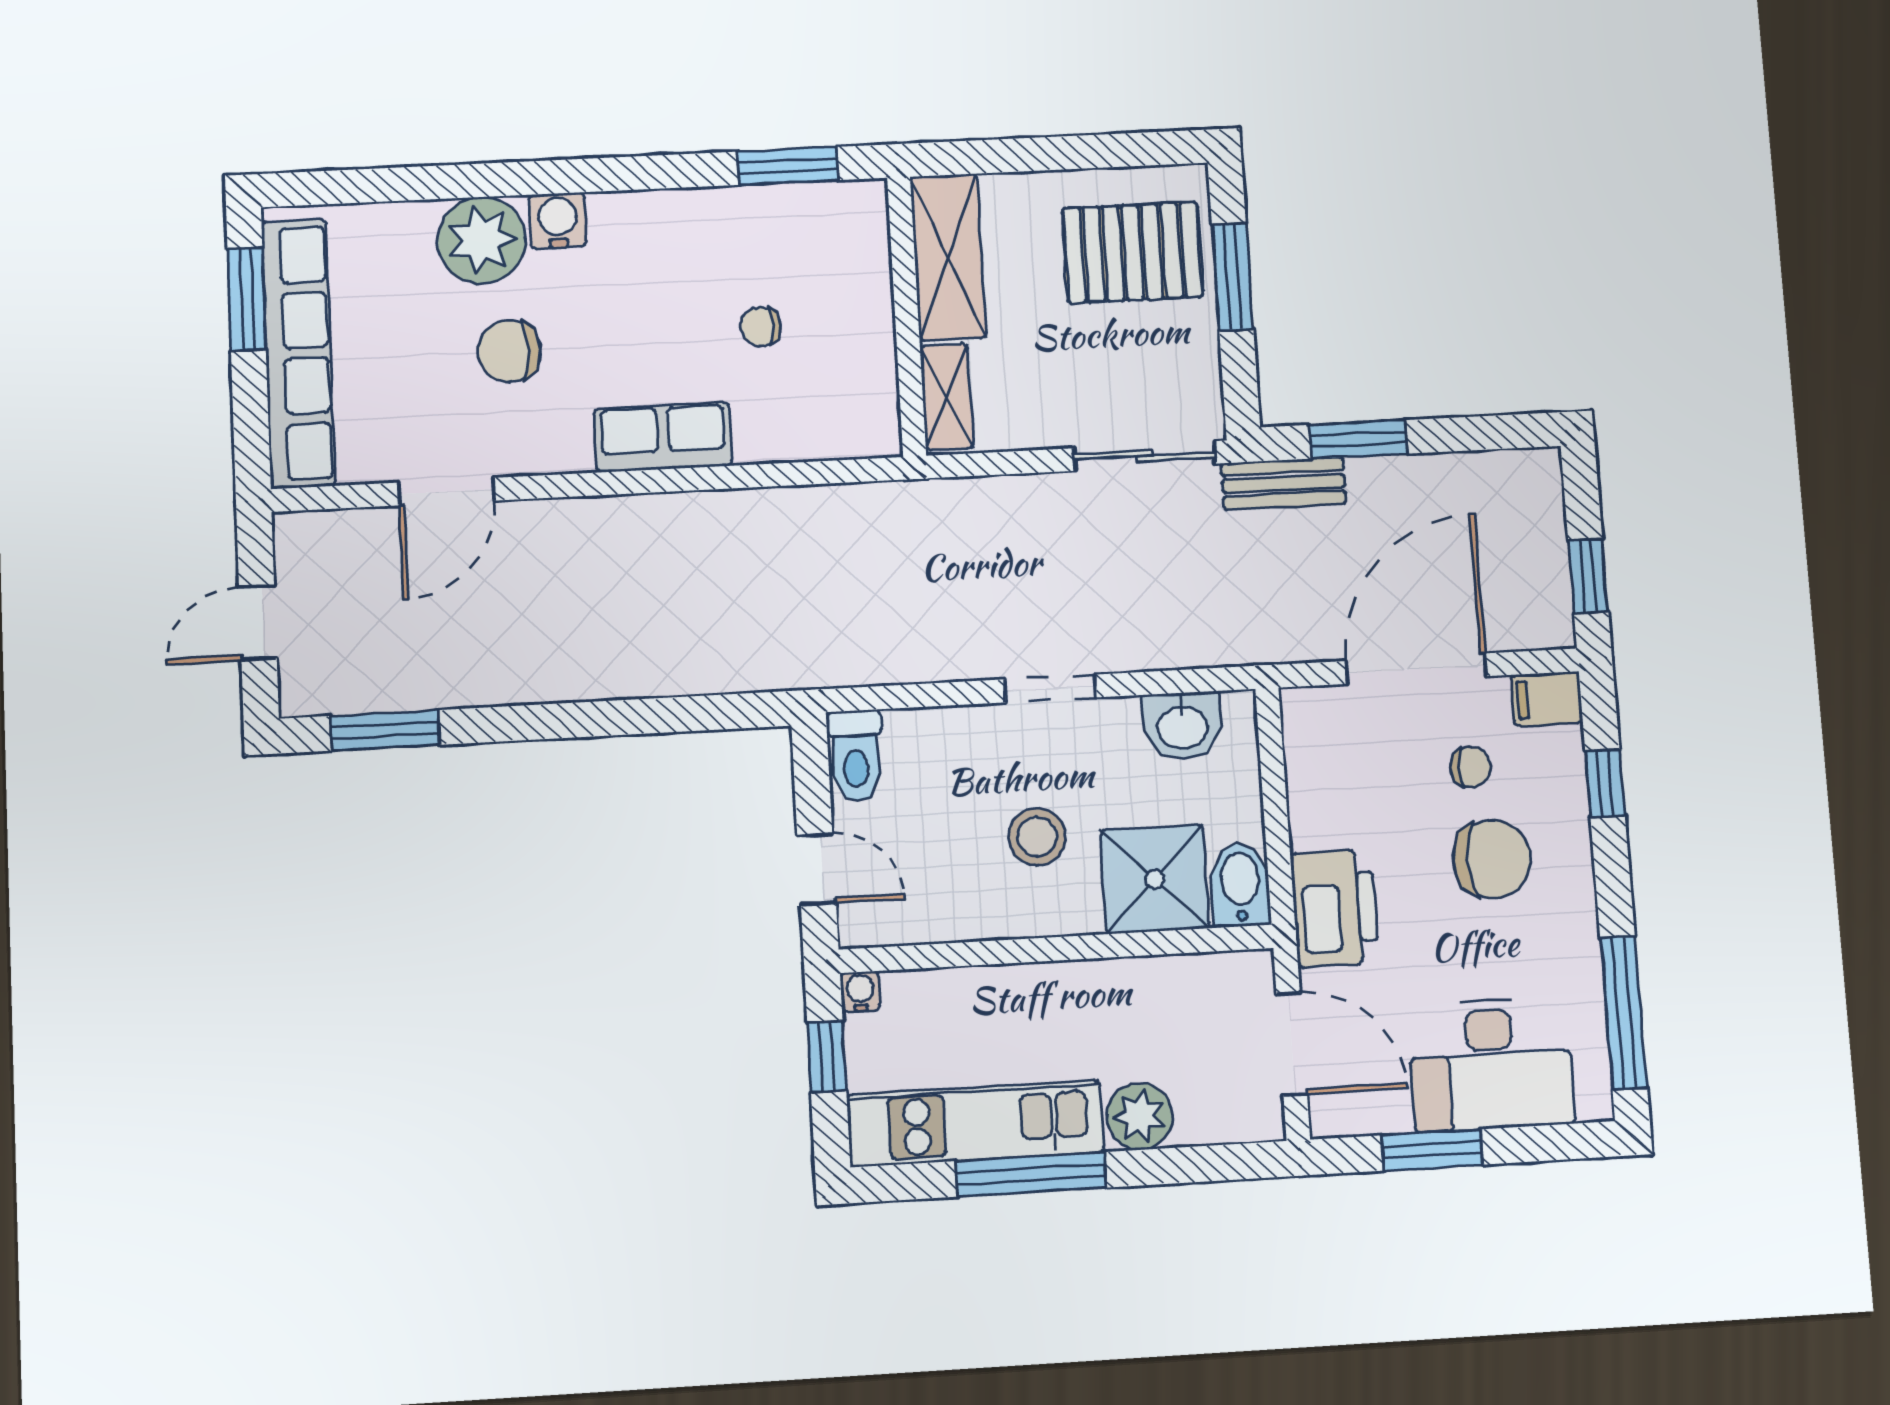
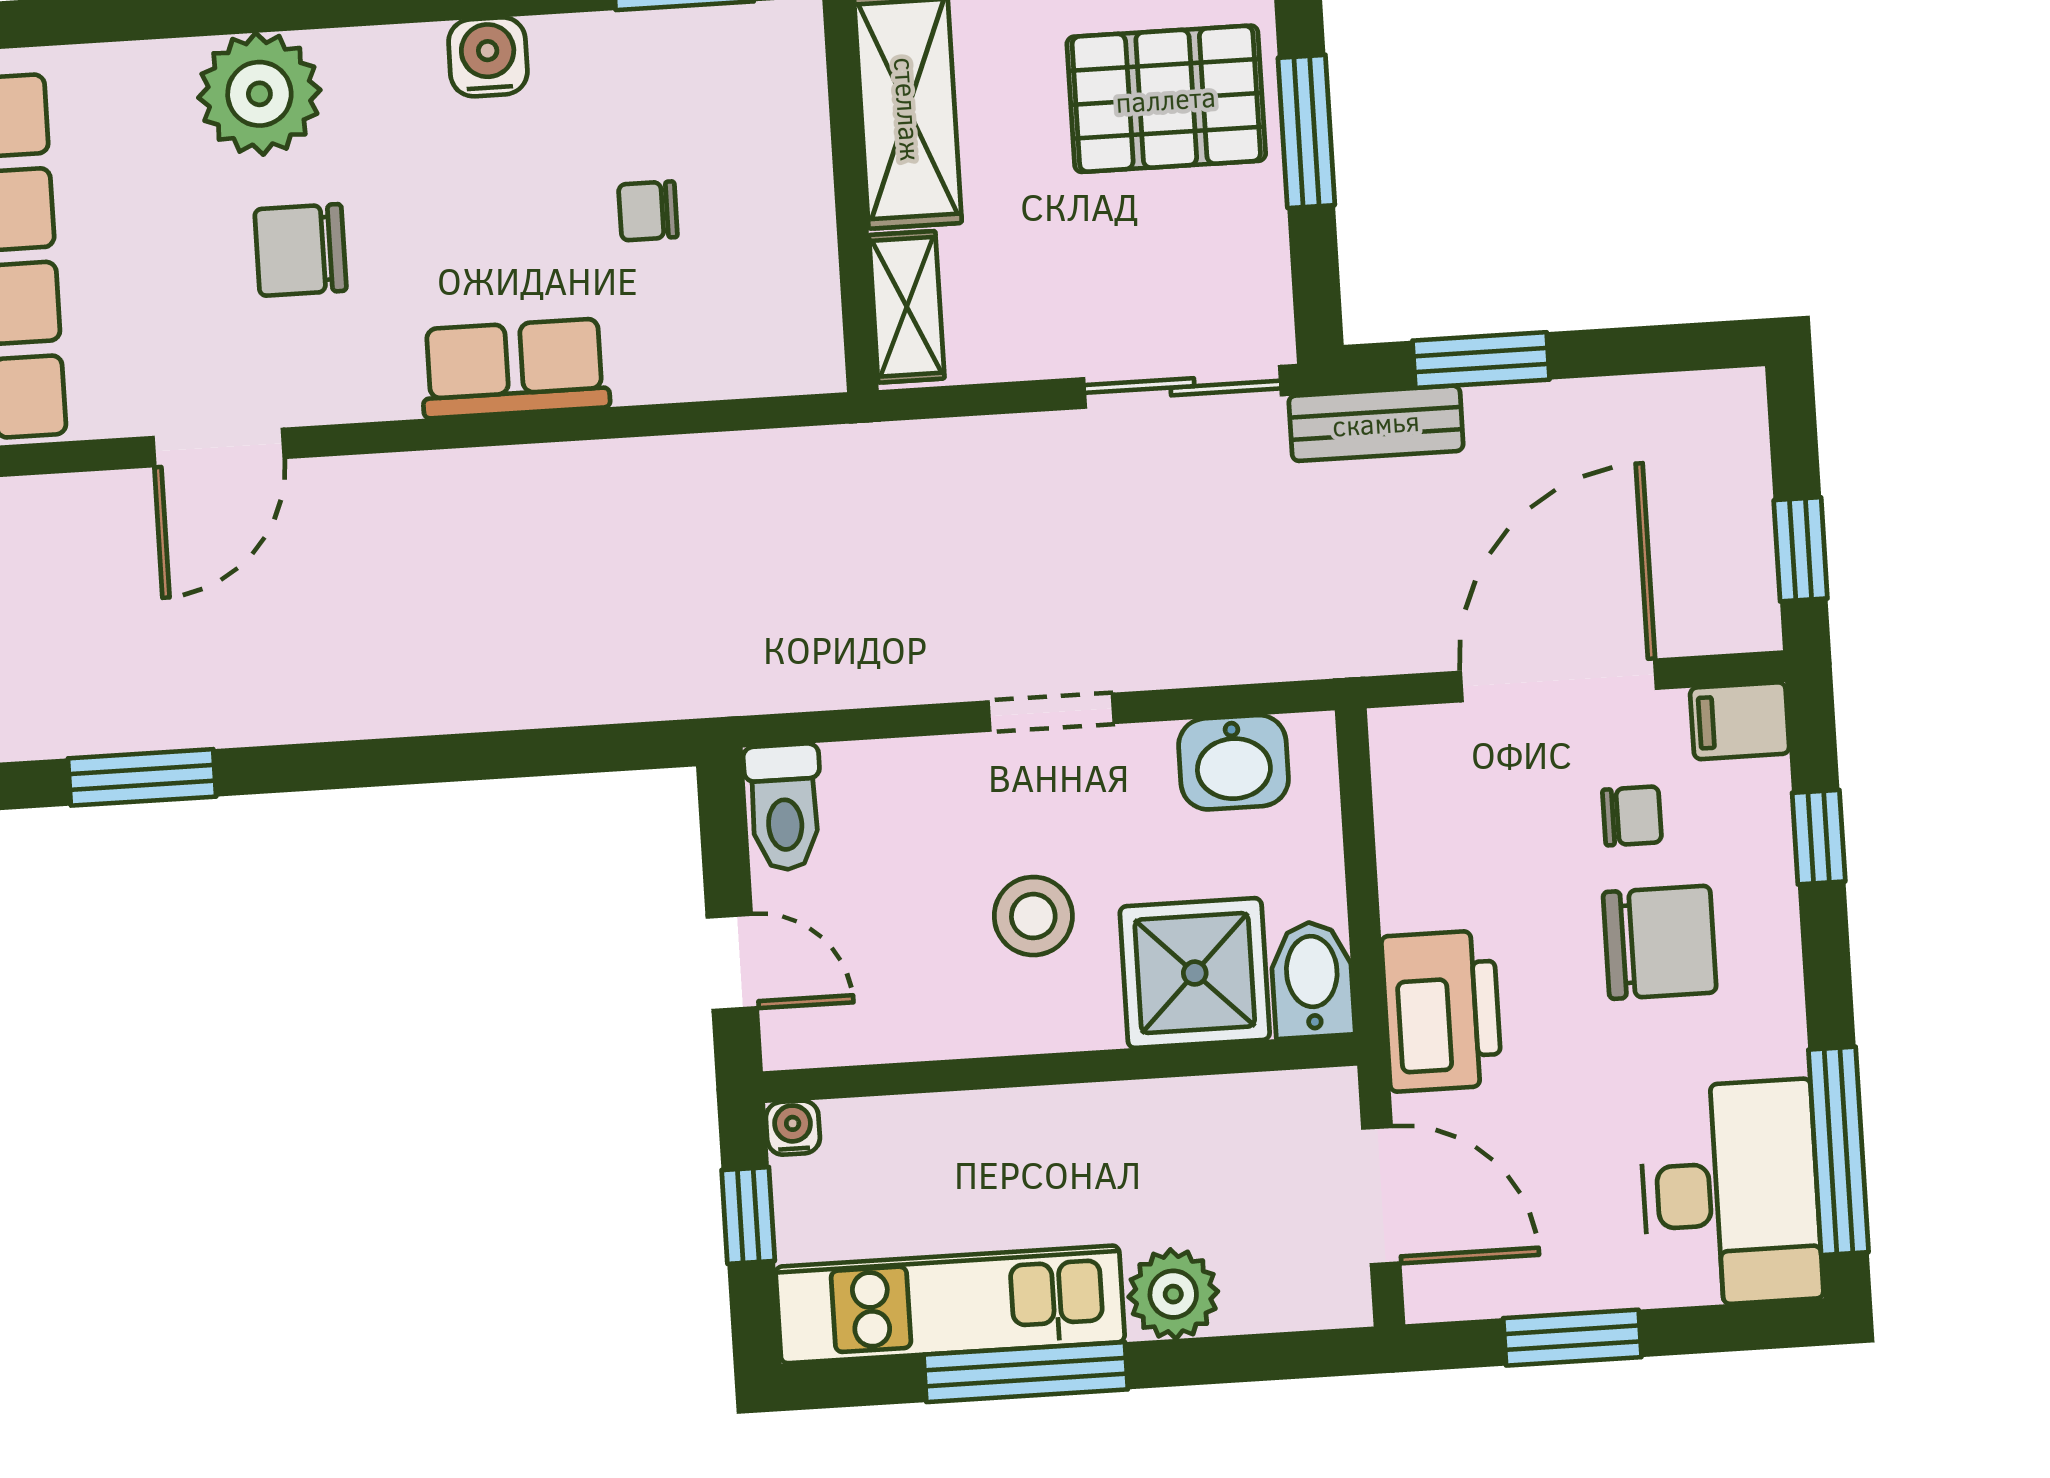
water cooler: (558, 221) -> (488, 57), moved
desk: (1491, 1064) -> (1731, 1194), moved, turned -90

